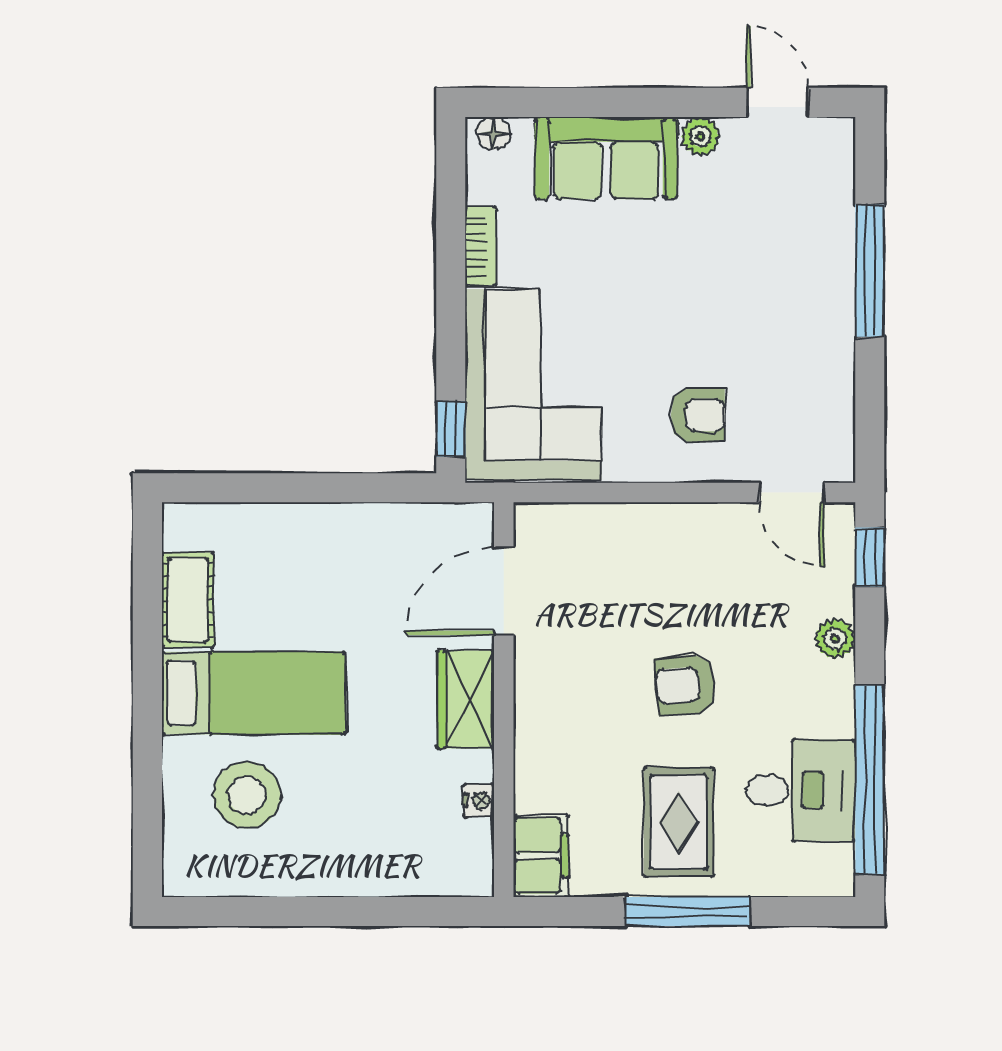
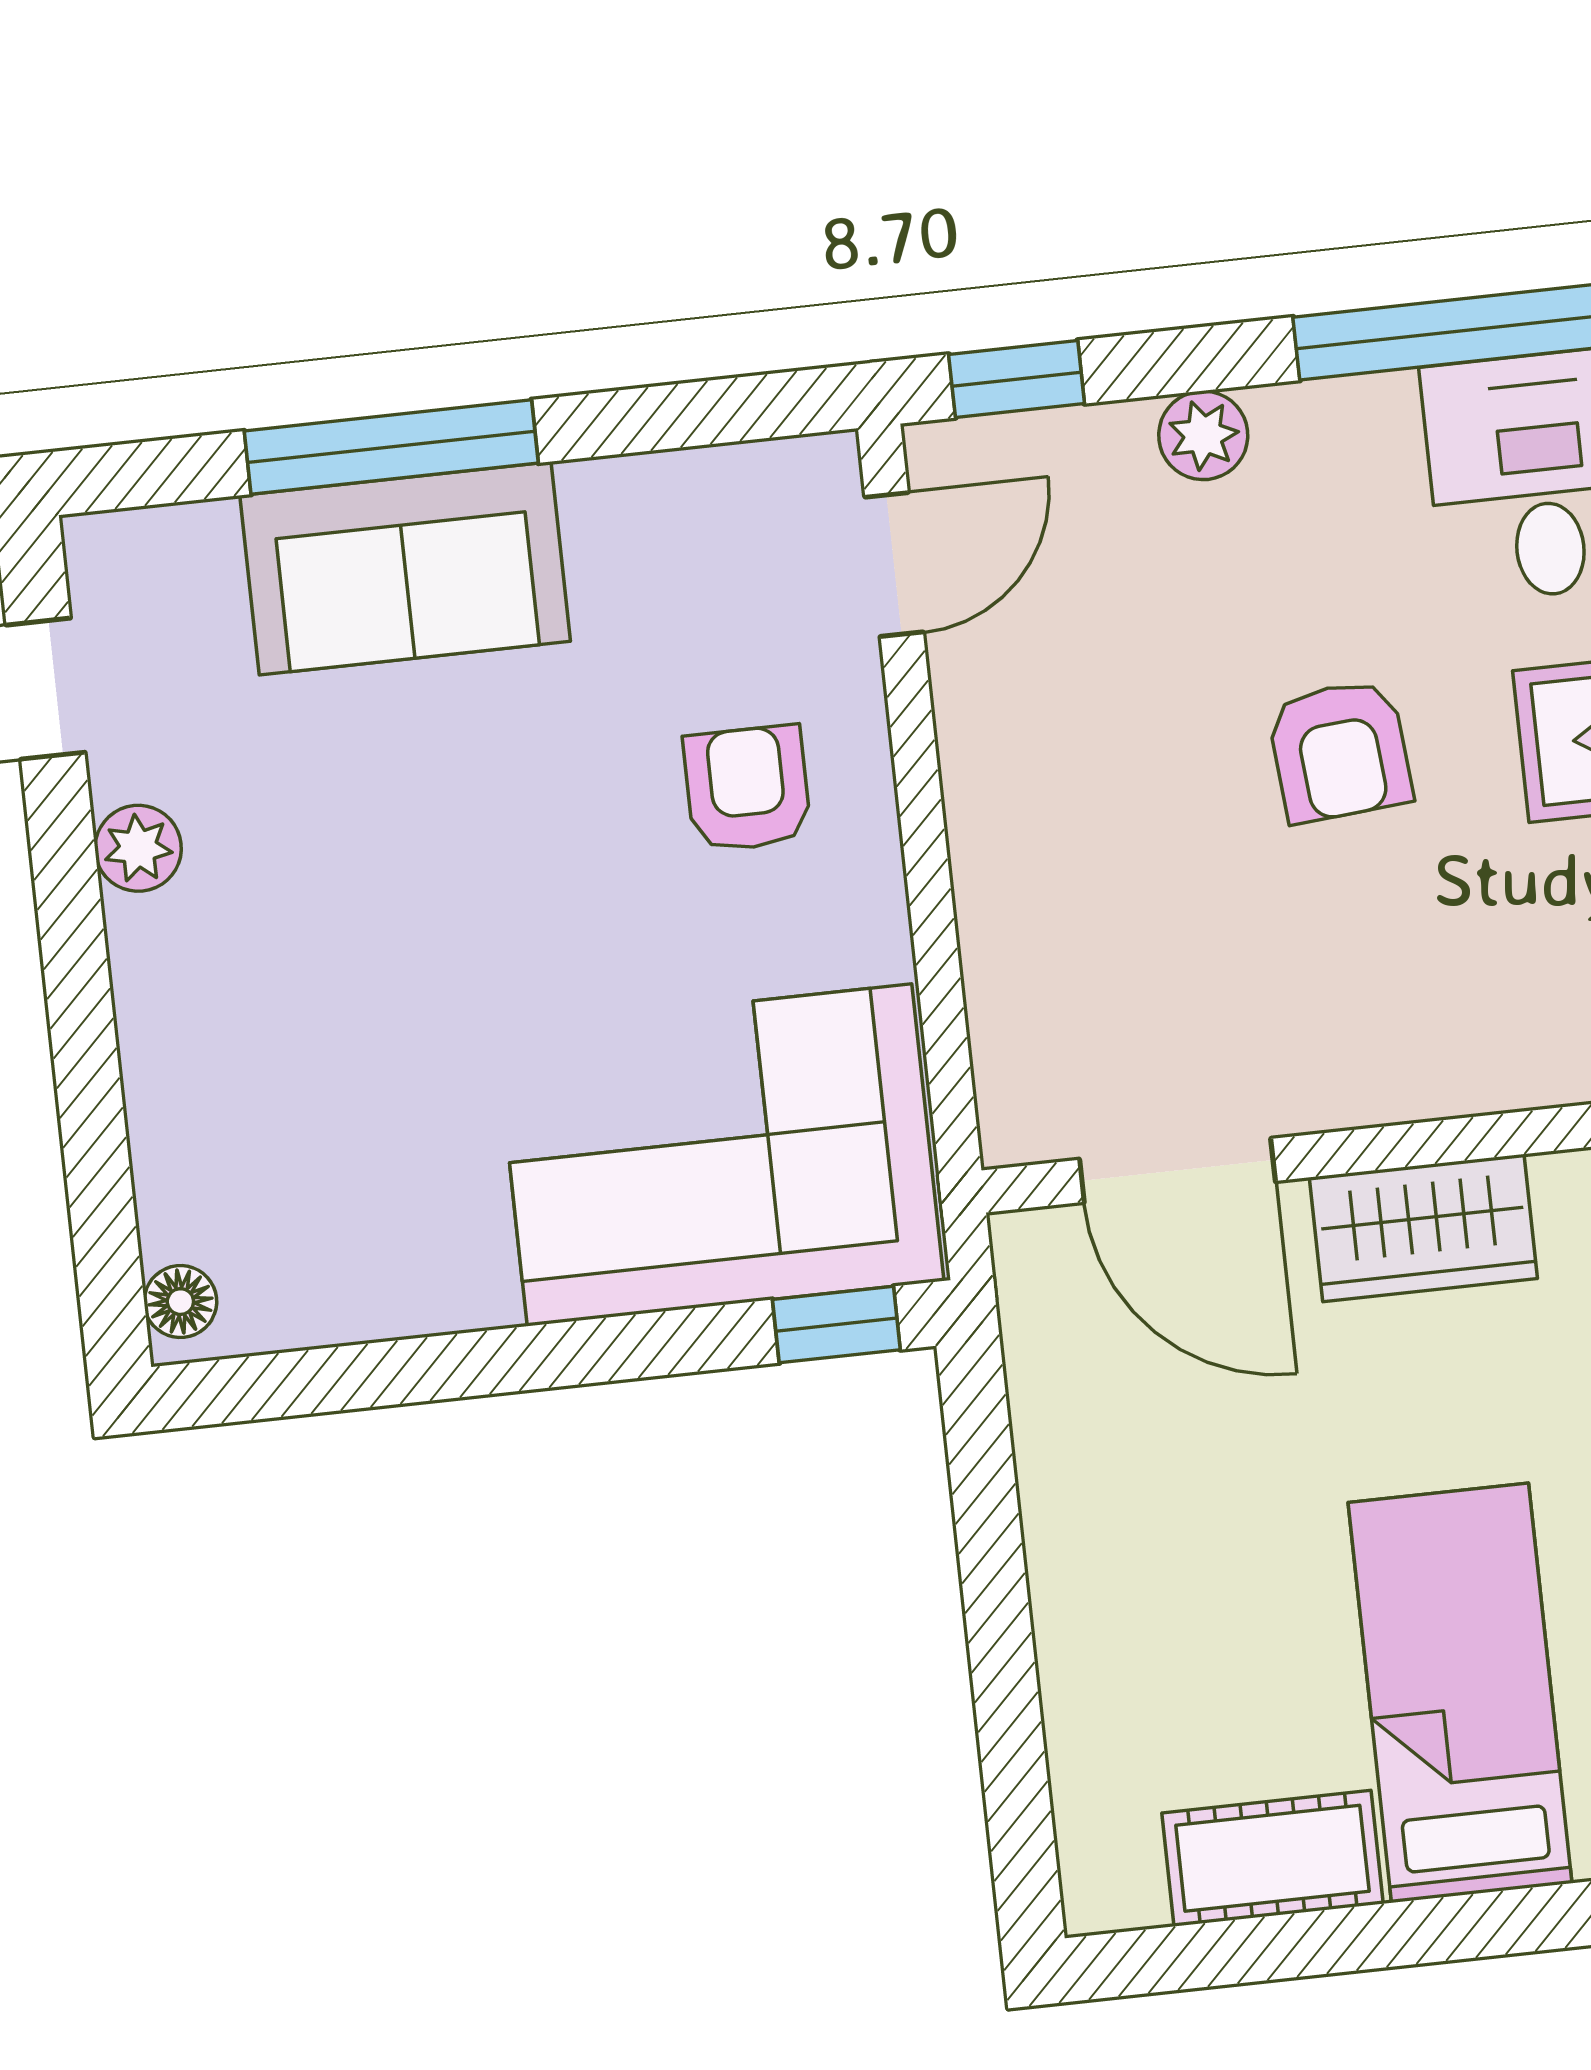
sofa: (606, 158) -> (405, 568), moved, turned 90
bookcase: (481, 246) -> (430, 1302), removed

